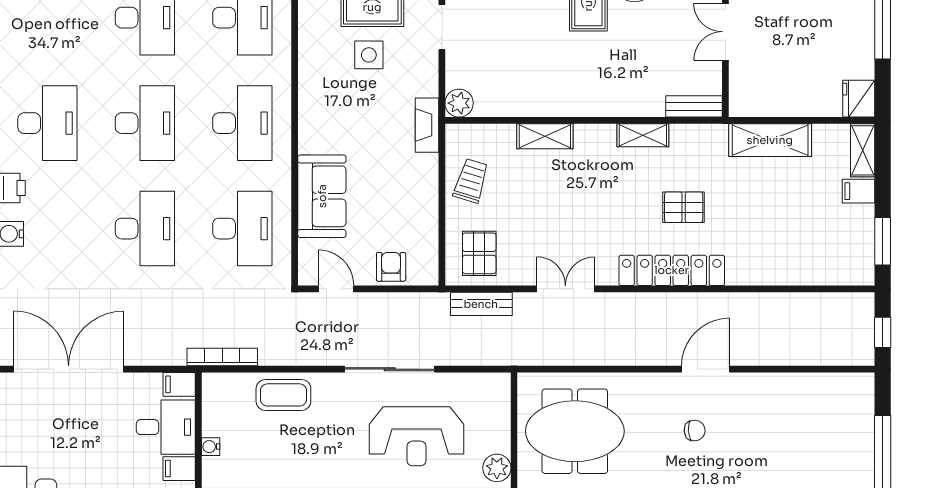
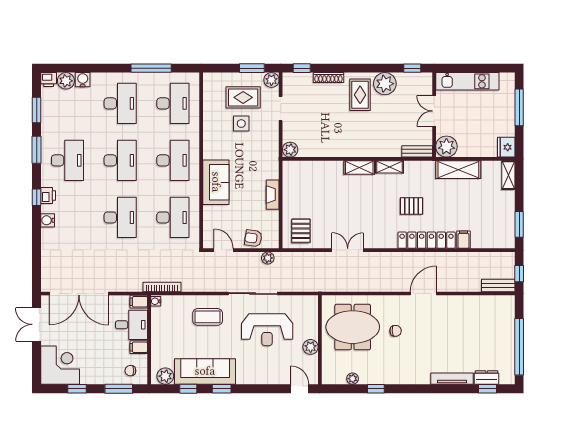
plant: (748, 97) -> (446, 147), added
fireplace: (427, 125) -> (273, 195), moved
shelving: (545, 136) -> (359, 168), moved
trolley: (471, 181) -> (296, 192), removed
filing cabinet: (859, 191) -> (464, 240), moved, turned 90
sofa: (322, 196) -> (216, 182), moved
armchair: (391, 267) -> (253, 238), turned -82
locker: (672, 270) -> (427, 240), moved
plant: (418, 304) -> (268, 258), added
bench: (481, 304) -> (498, 285), moved
double door: (69, 369) -> (79, 294), swing flipped
coffee table: (283, 395) -> (208, 317), moved
chair: (695, 430) -> (396, 331), moved
water cooler: (211, 447) -> (156, 301), moved

